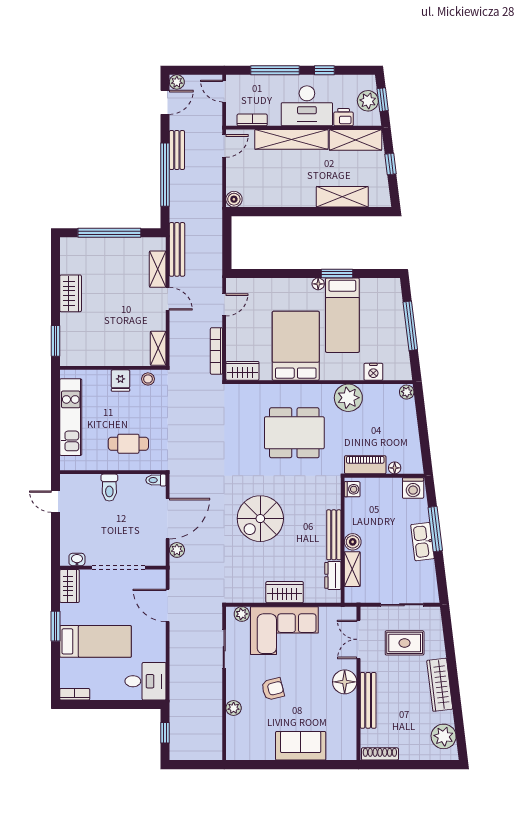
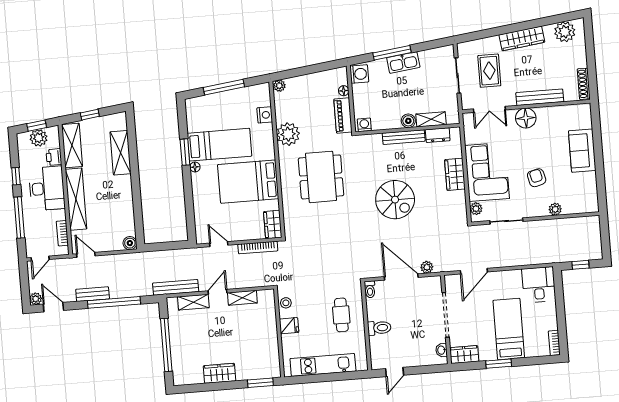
shelving: (158, 348) -> (242, 298), moved

